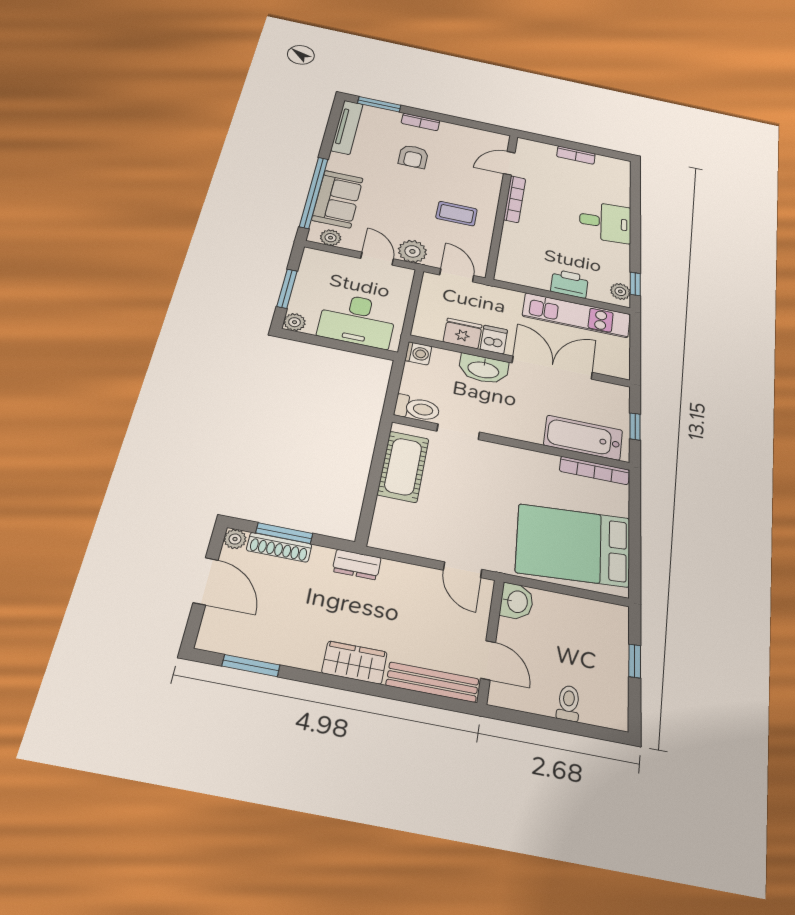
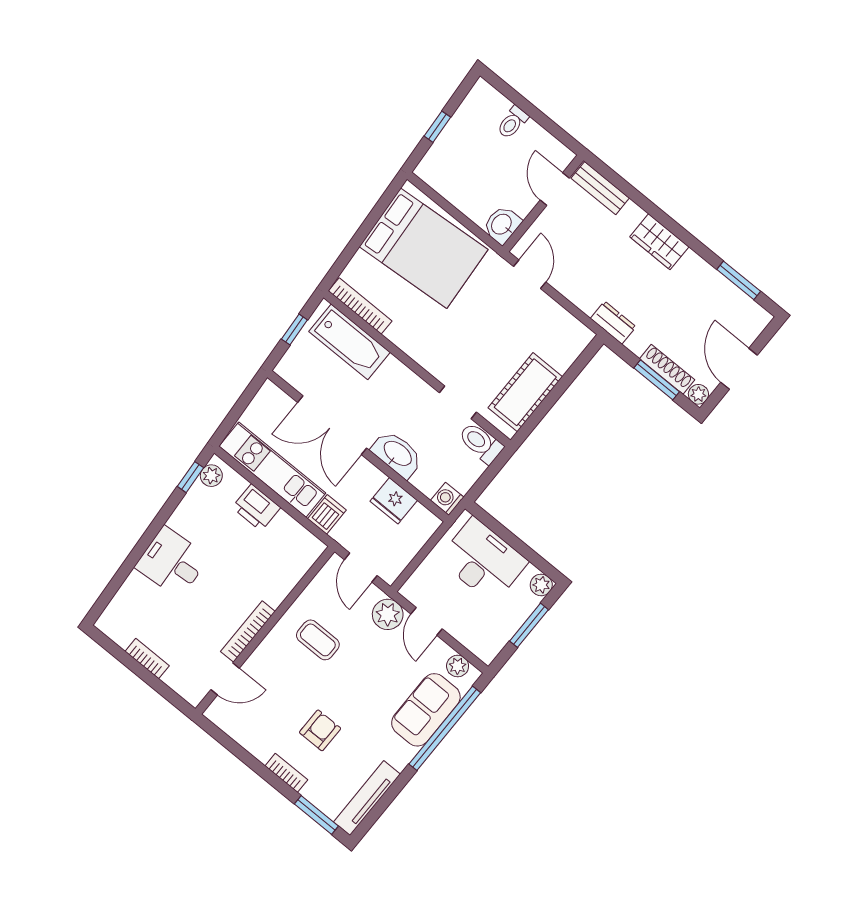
dishwasher: (494, 340) -> (327, 514), moved, turned 180
bench: (432, 682) -> (600, 188), width x0.73

